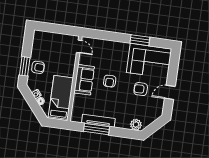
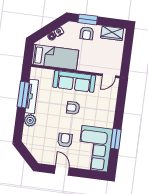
wardrobe: (38, 43) -> (112, 33), added
sofa: (84, 80) -> (74, 81), width x1.36
plant: (136, 125) -> (30, 120), moved

